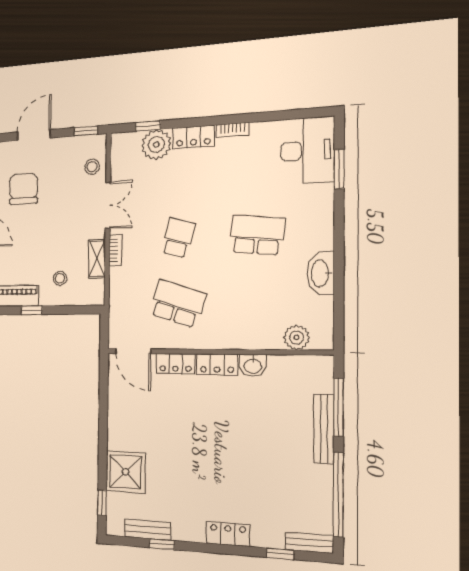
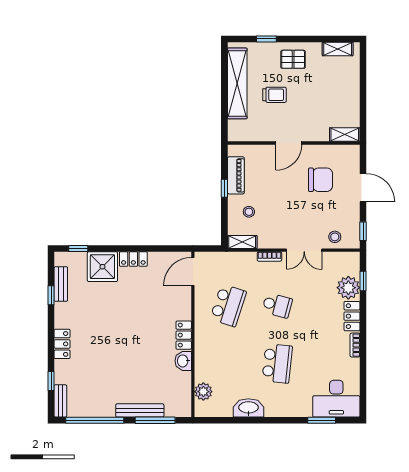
shelving: (97, 259) -> (242, 242), moved
locker: (176, 364) -> (133, 259), moved, turned -90

